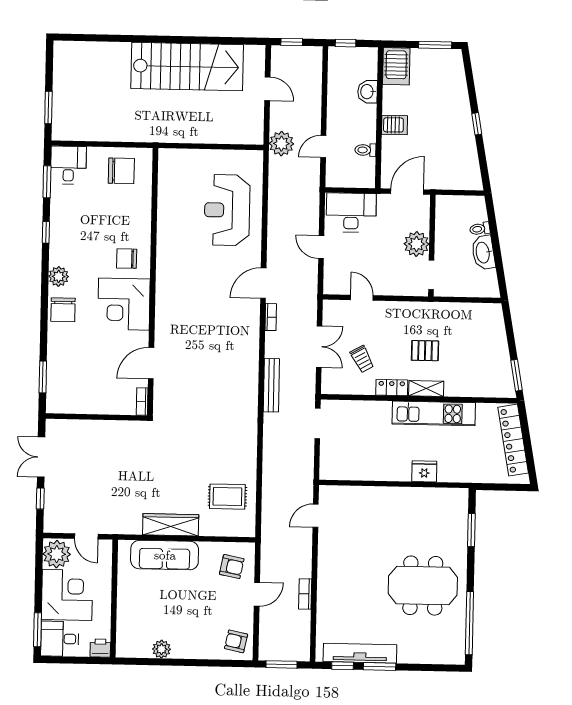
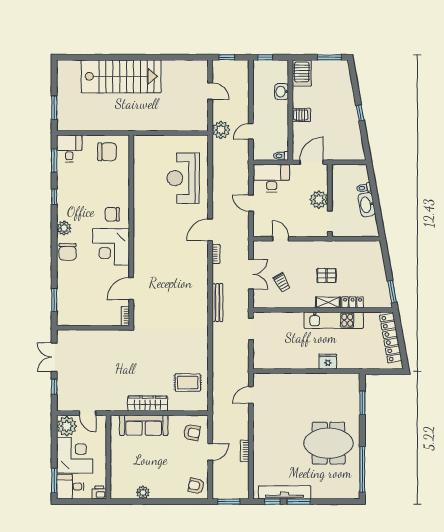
stairs: (187, 67) -> (121, 76), moved
toilet: (365, 150) -> (281, 156), moved
locker: (392, 388) -> (353, 302), moved

